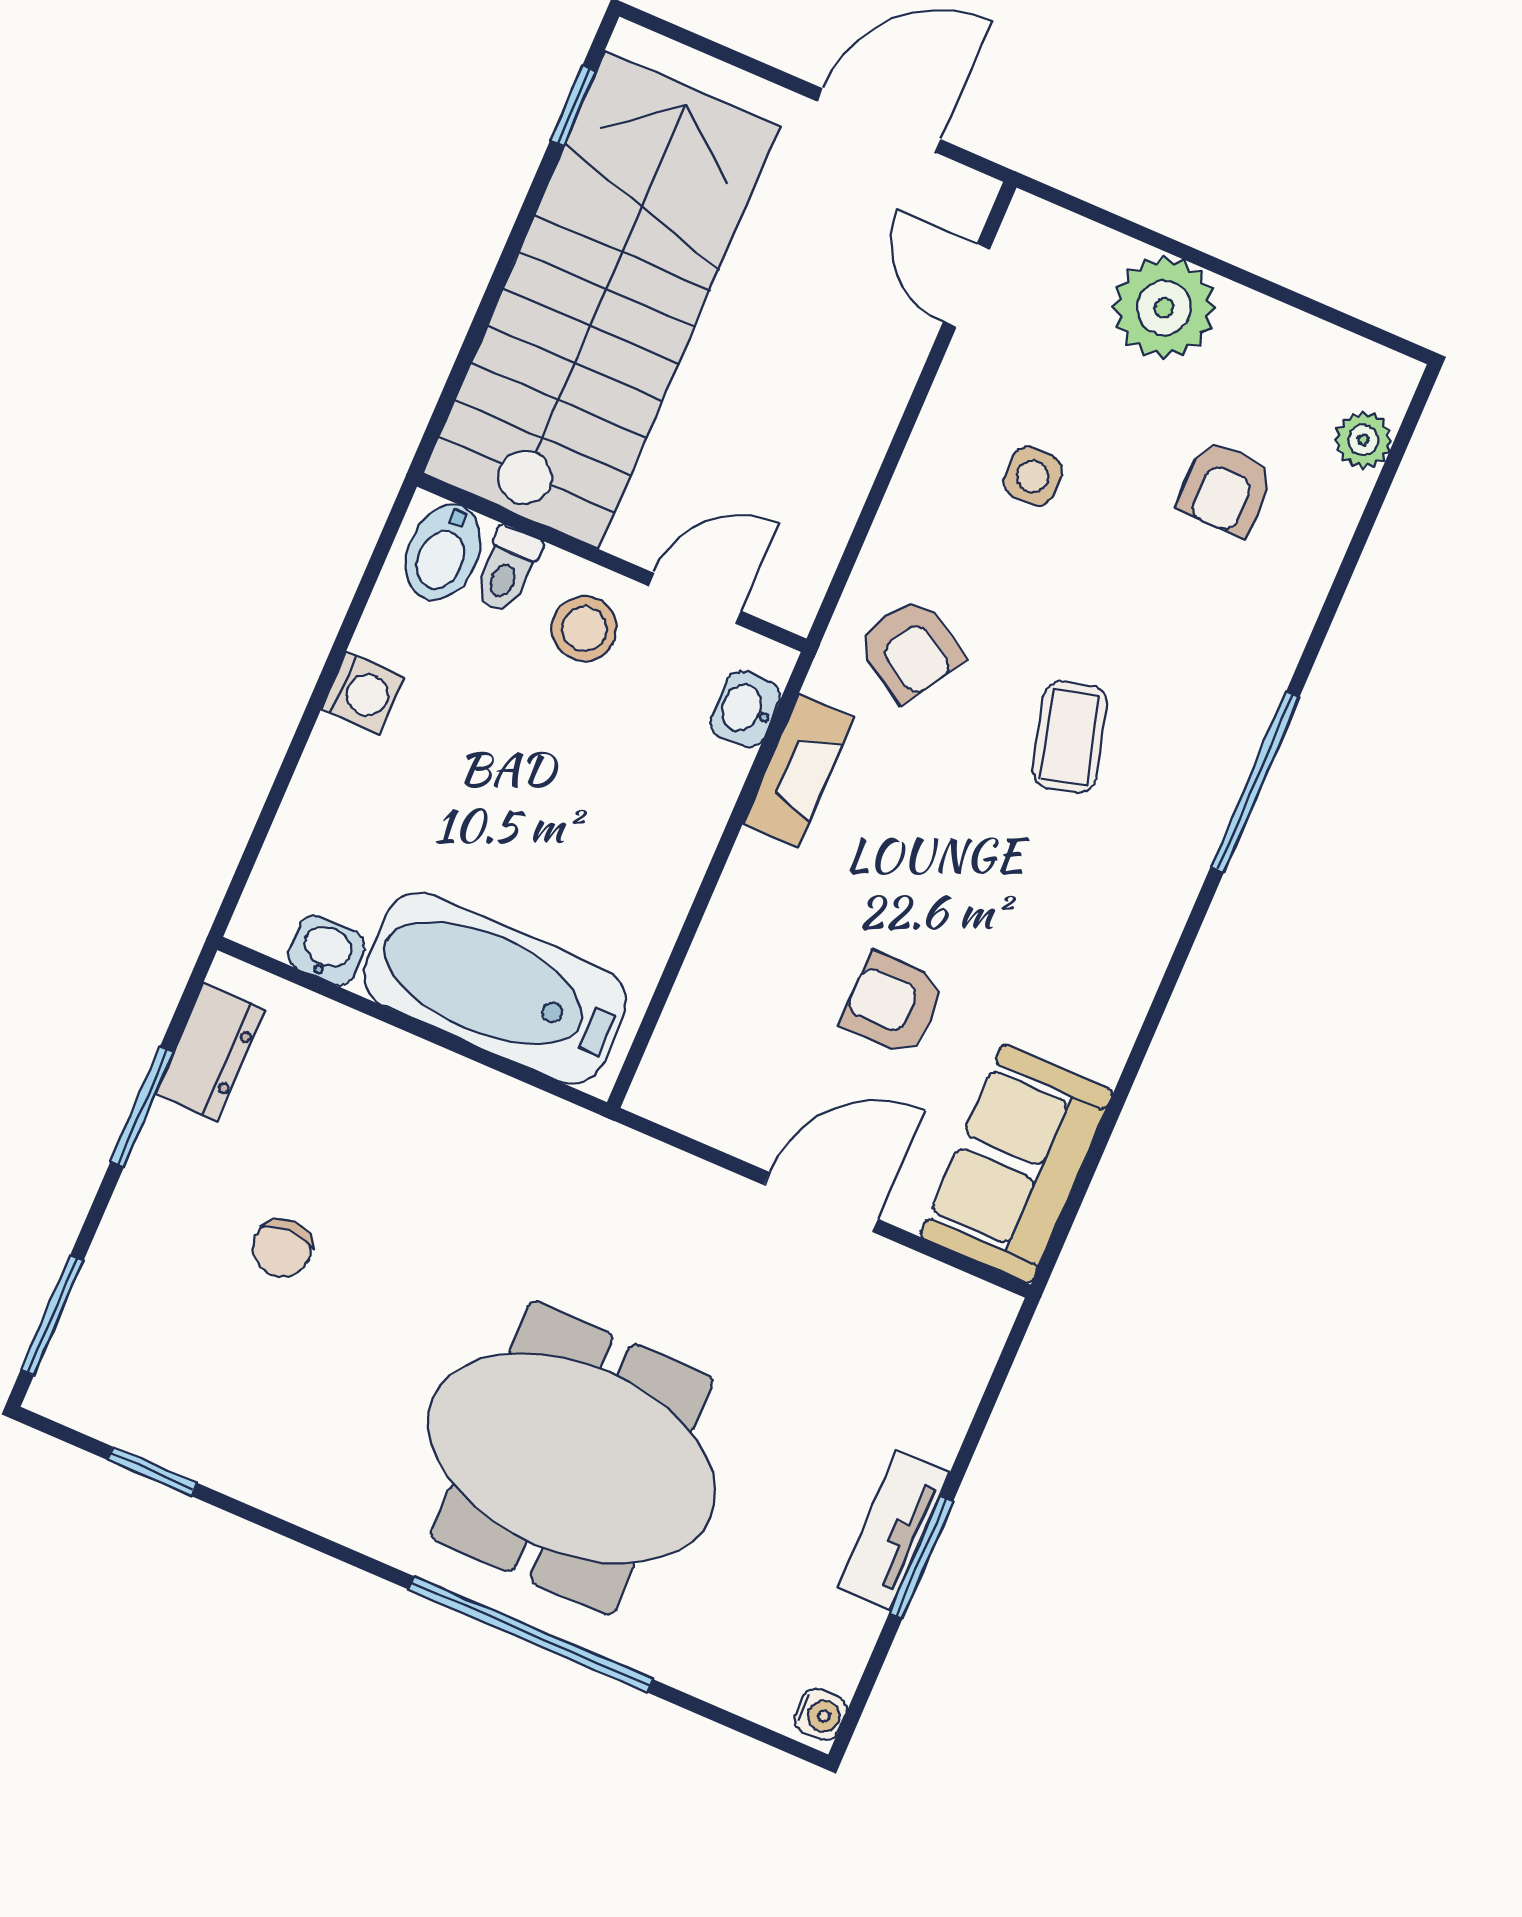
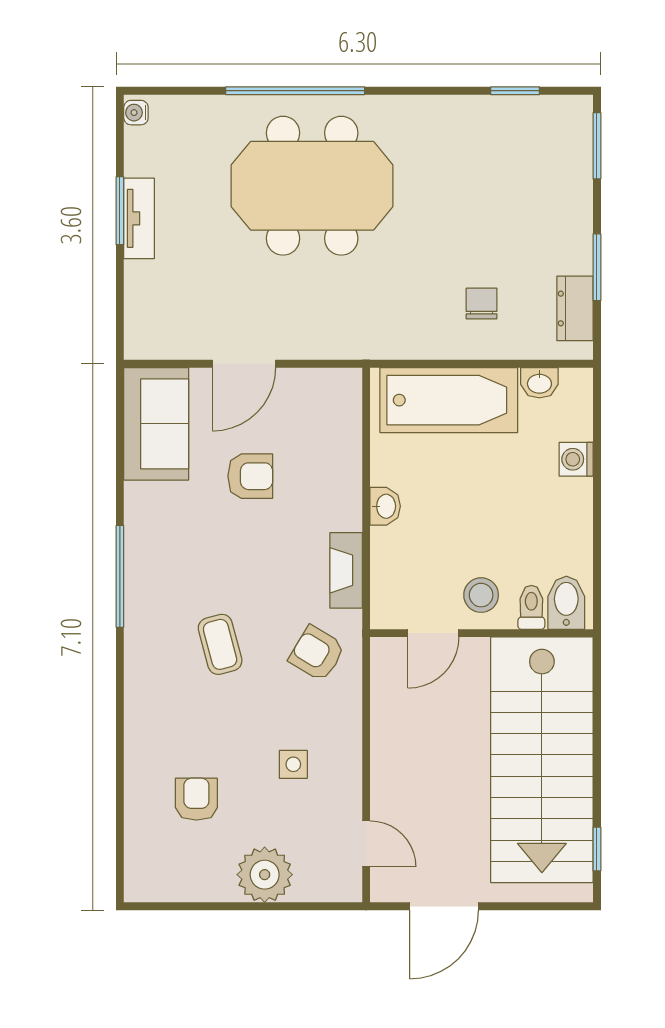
plant: (1363, 440) -> (139, 852), removed
washing machine: (363, 693) -> (576, 459), moved
washbasin: (745, 709) -> (385, 506), moved
window: (1255, 782) -> (120, 576), moved
chair: (282, 1248) -> (482, 304), moved

